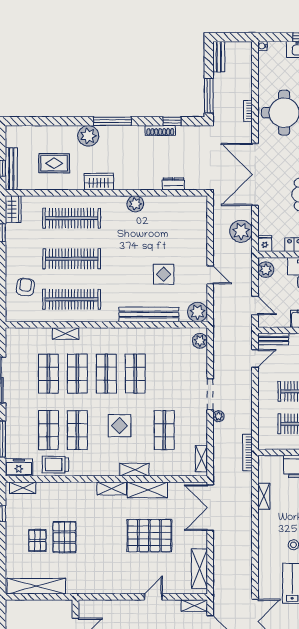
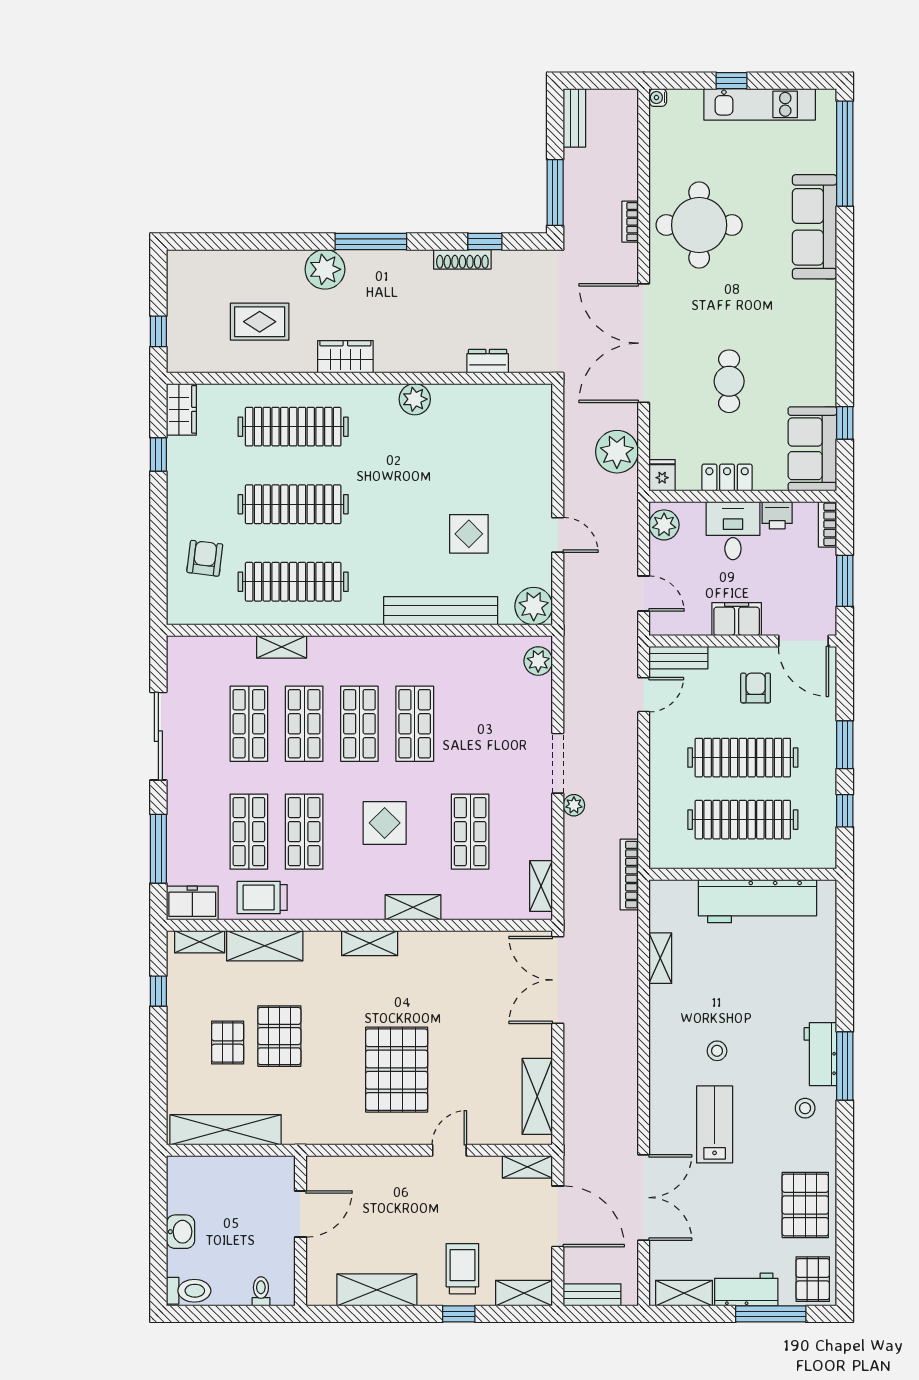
bench: (11, 169) -> (178, 332), removed
shelving: (147, 490) -> (265, 946), moved
pallet: (149, 536) -> (397, 1070), moved, turned 90

